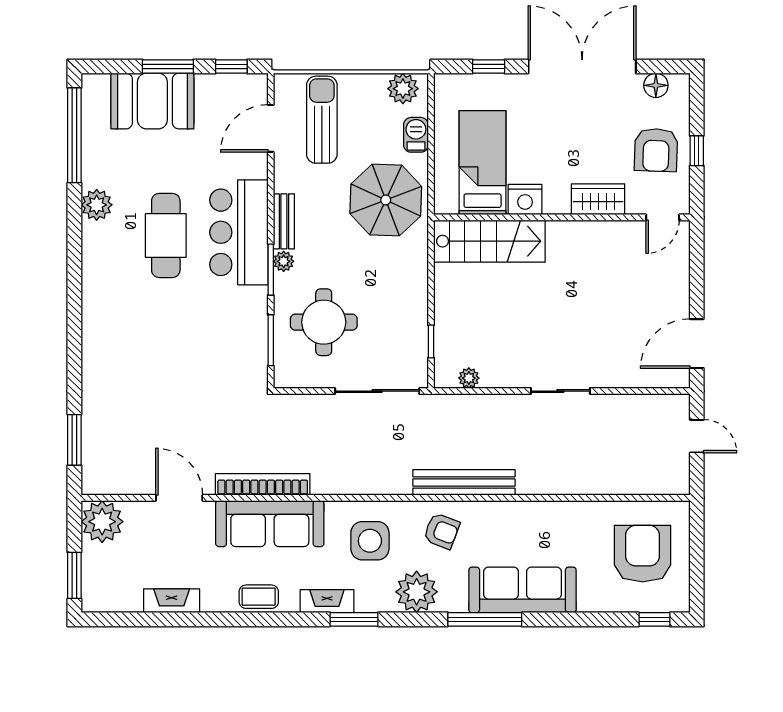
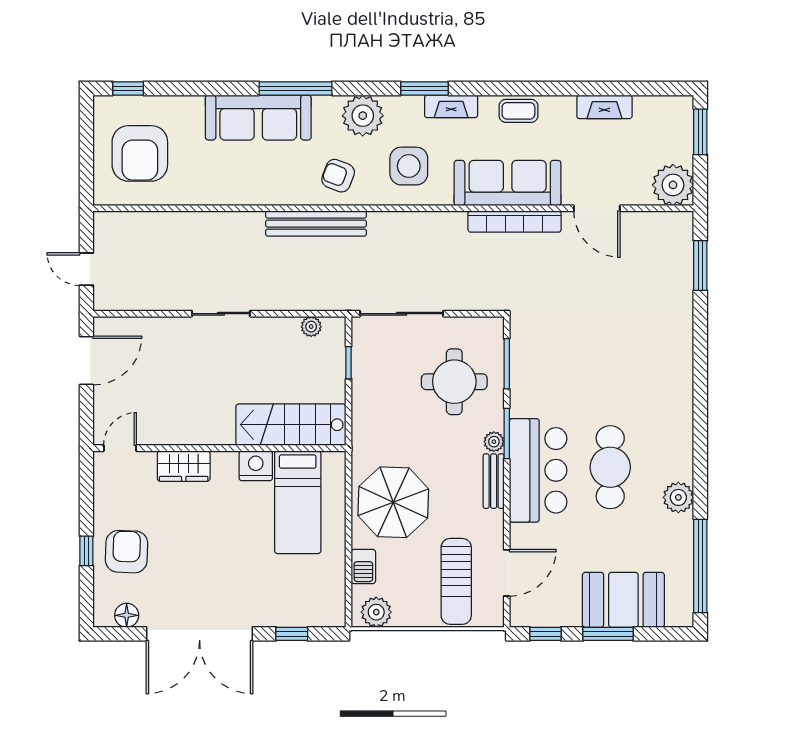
bed: (483, 163) -> (298, 502), moved
wardrobe: (598, 199) -> (184, 466), moved
nightstand: (525, 200) -> (256, 466), moved
wall: (562, 217) -> (219, 448), moved
door: (663, 217) -> (120, 448), moved
stairs: (489, 241) -> (291, 425), moved

